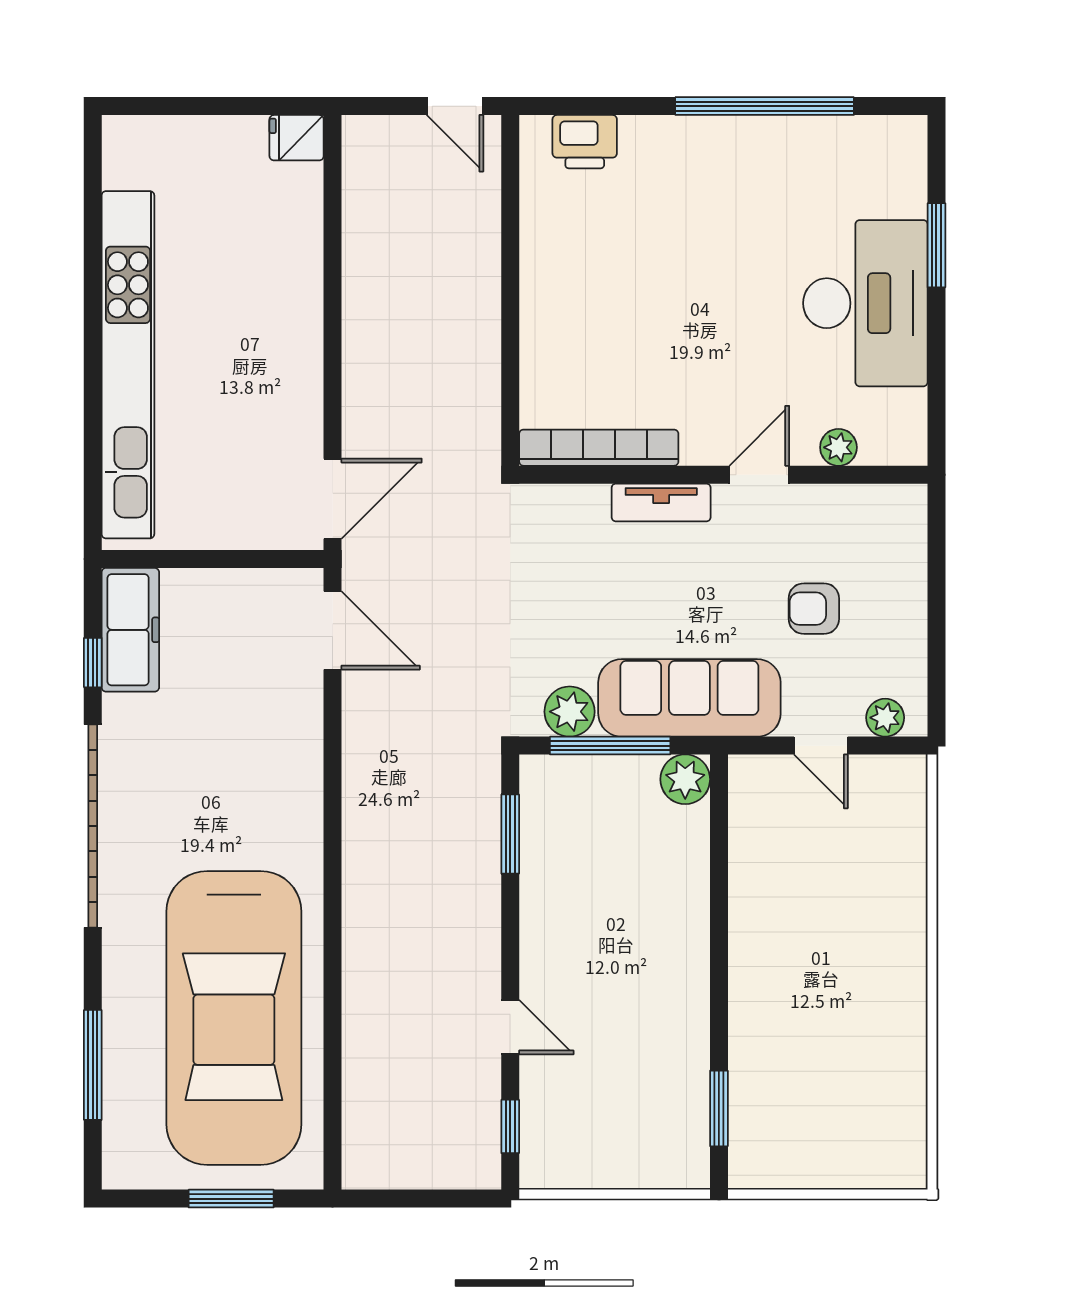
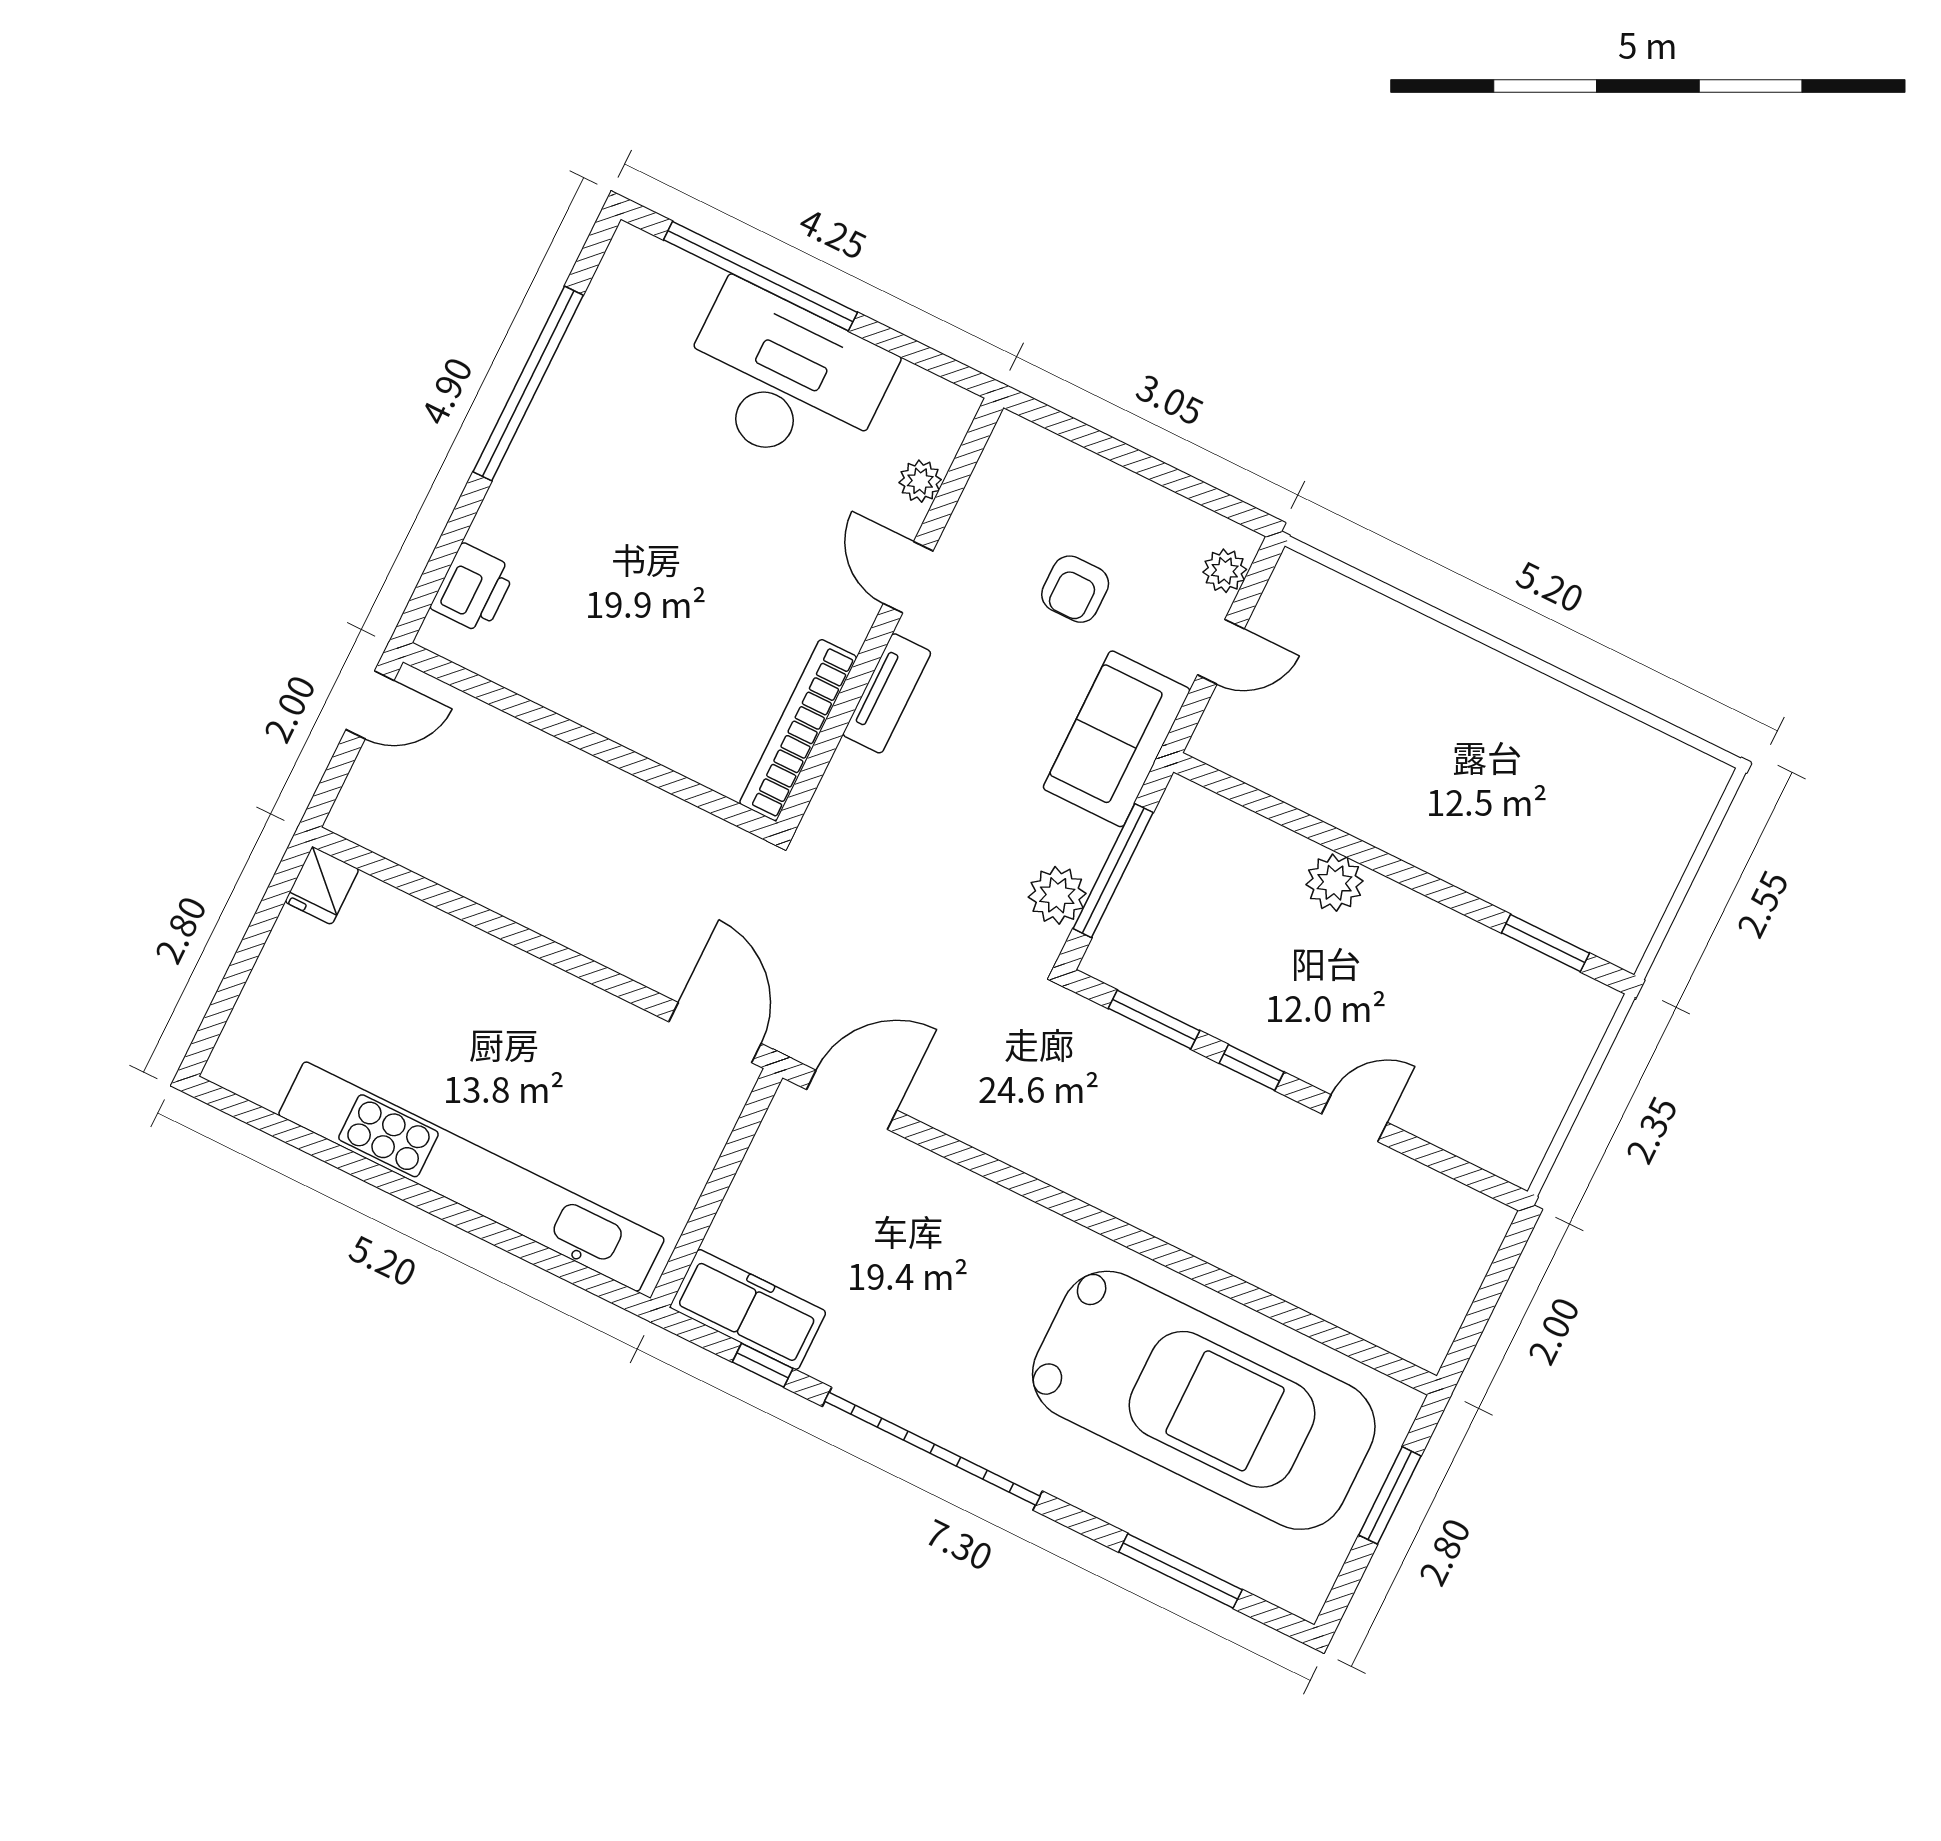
window: (936, 245) -> (760, 276), width x2.11
sofa: (689, 698) -> (1117, 739), width x0.73
plant: (685, 779) -> (1334, 883), moved
window: (510, 1126) -> (1252, 1068), moved

